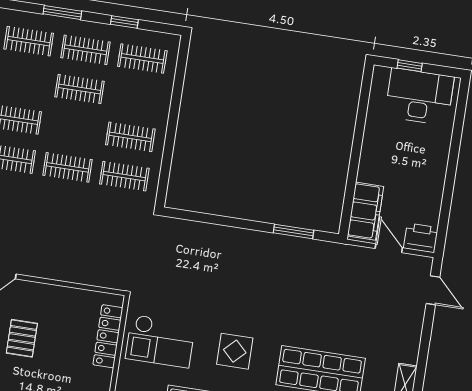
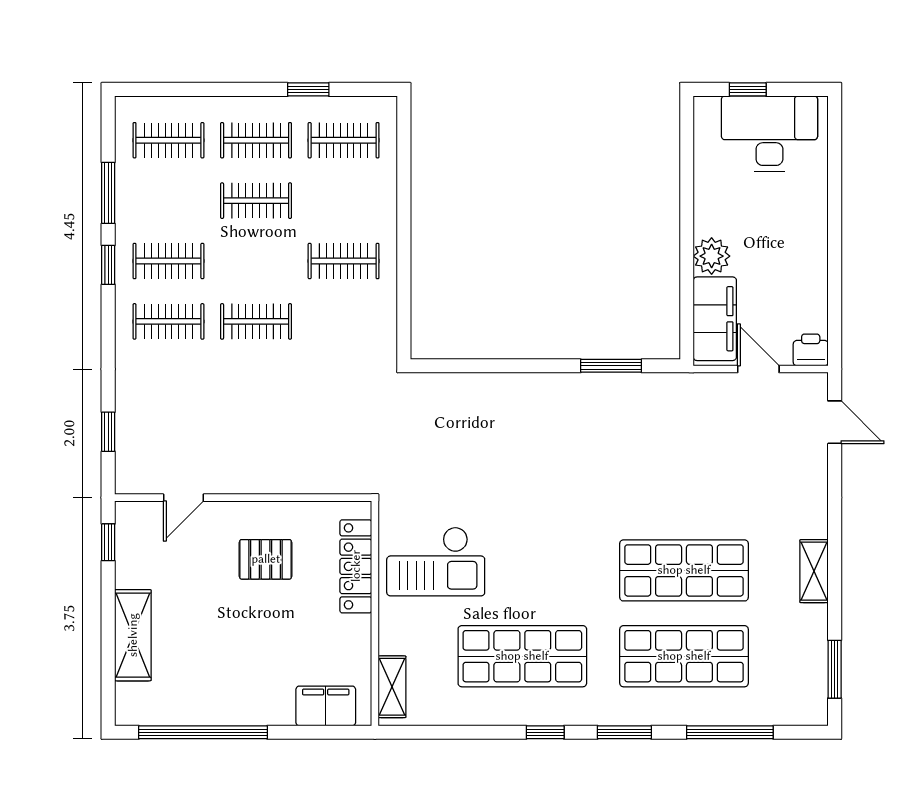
window: (62, 13) -> (213, 89), removed
plant: (370, 170) -> (712, 256), added
clothes rail: (124, 176) -> (344, 321), removed
printer: (421, 238) -> (811, 350), width x0.73, depth x0.81
pallet: (22, 338) -> (266, 559), moved, turned 90
display table: (235, 351) -> (550, 560), removed

